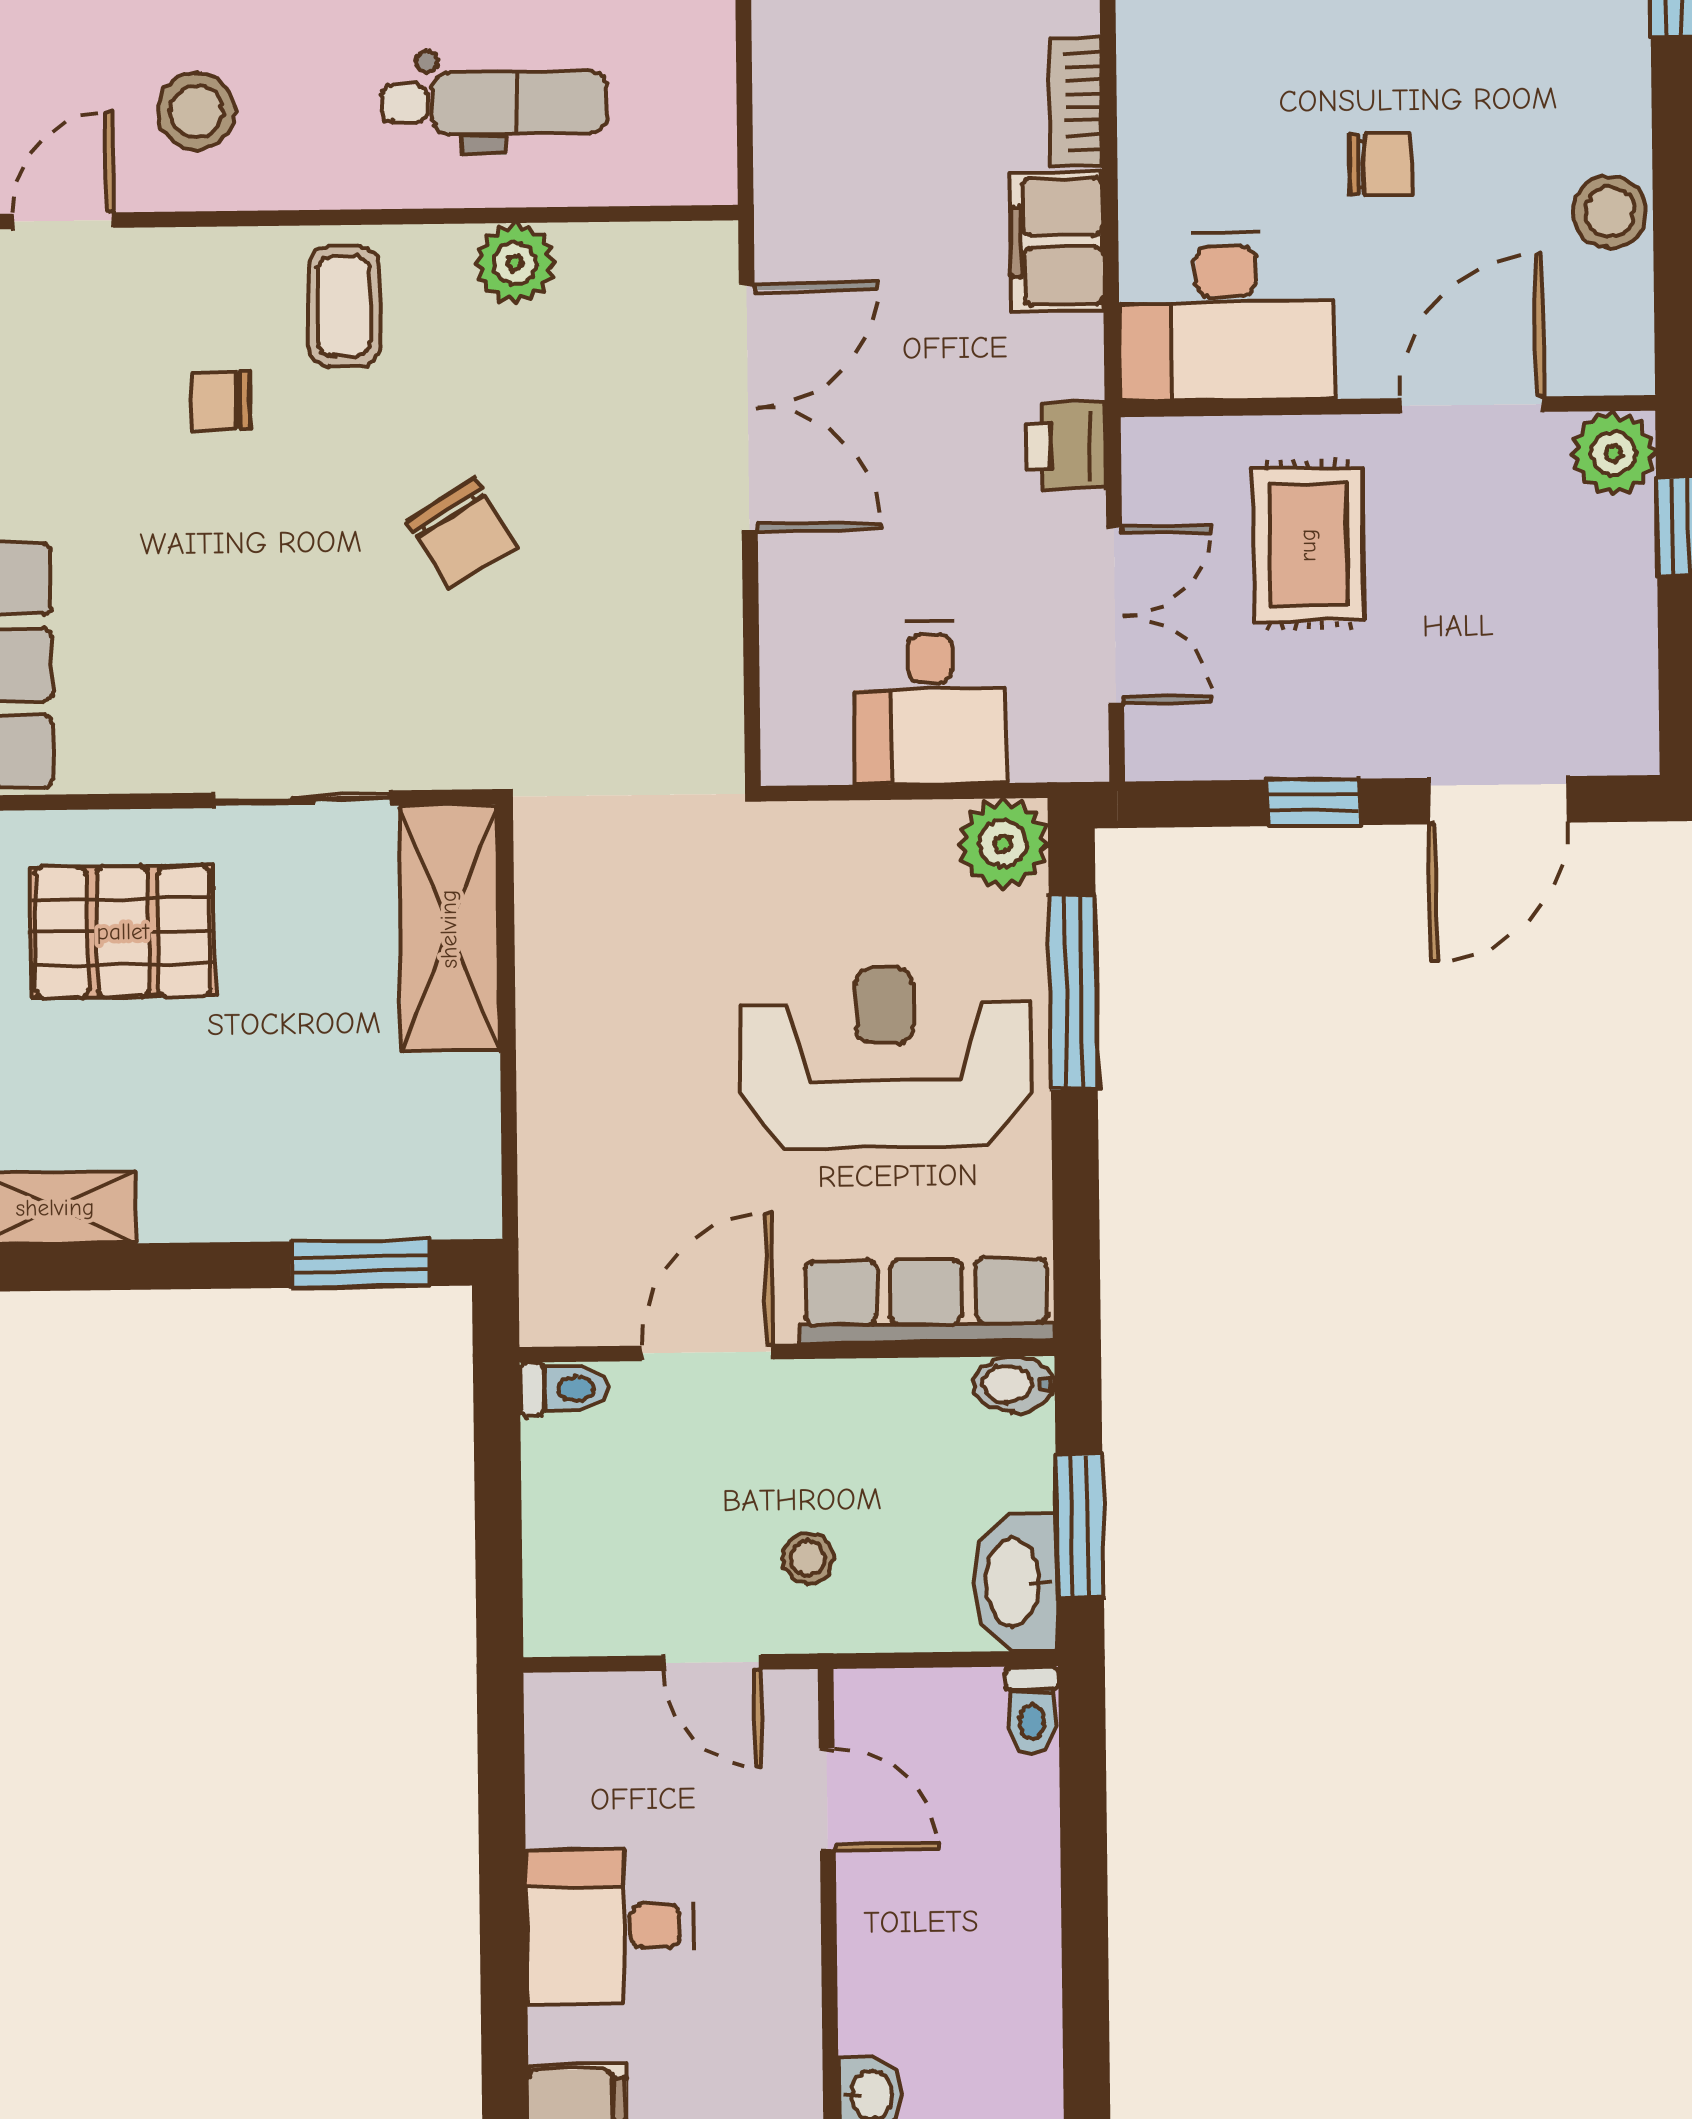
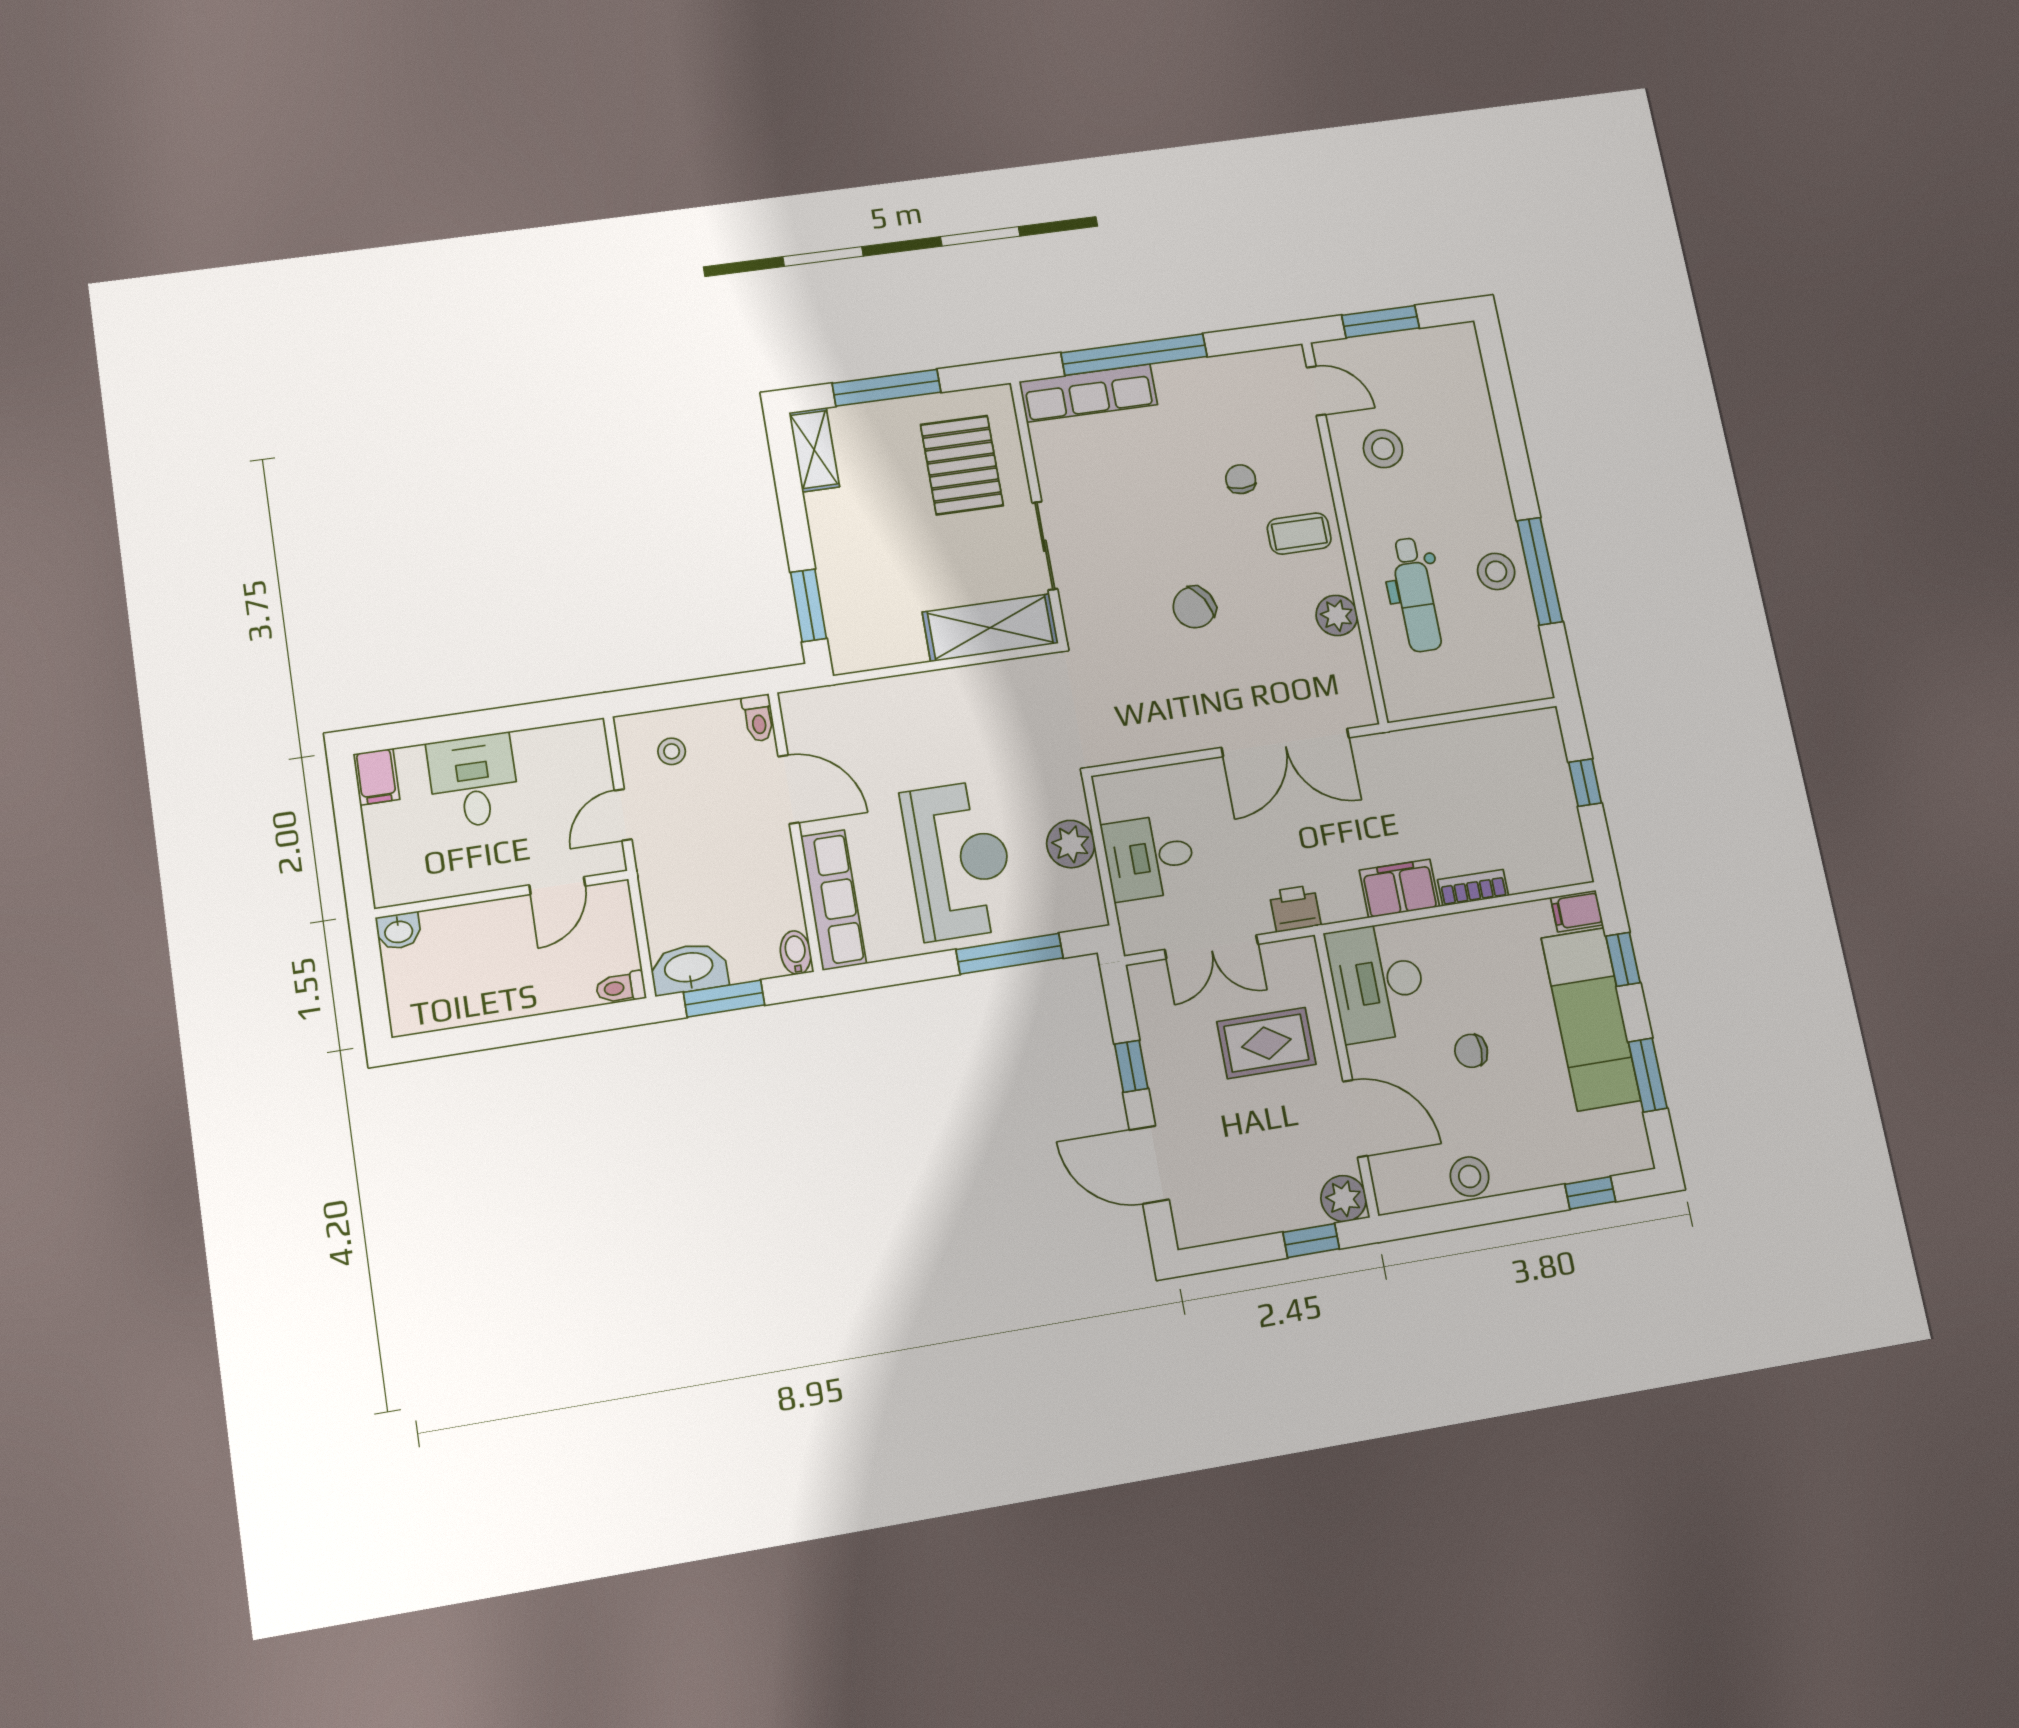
chair: (1380, 164) -> (1471, 1051), turned 90
plant: (1003, 844) -> (1071, 844), moved
stool: (808, 1558) -> (672, 751), moved

